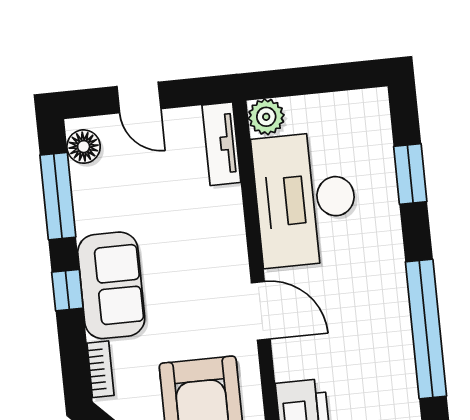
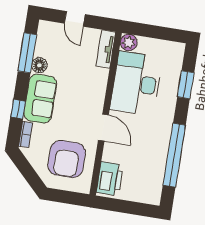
floor lamp: (84, 147) -> (39, 65), moved
window: (67, 290) -> (18, 109), moved

